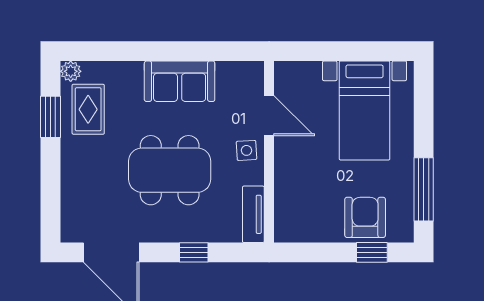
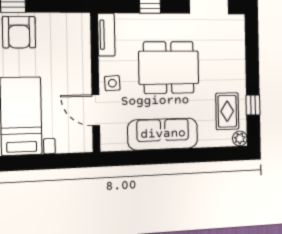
sofa: (180, 81) -> (163, 134), width x1.36
window: (51, 117) -> (253, 105), width x0.67

